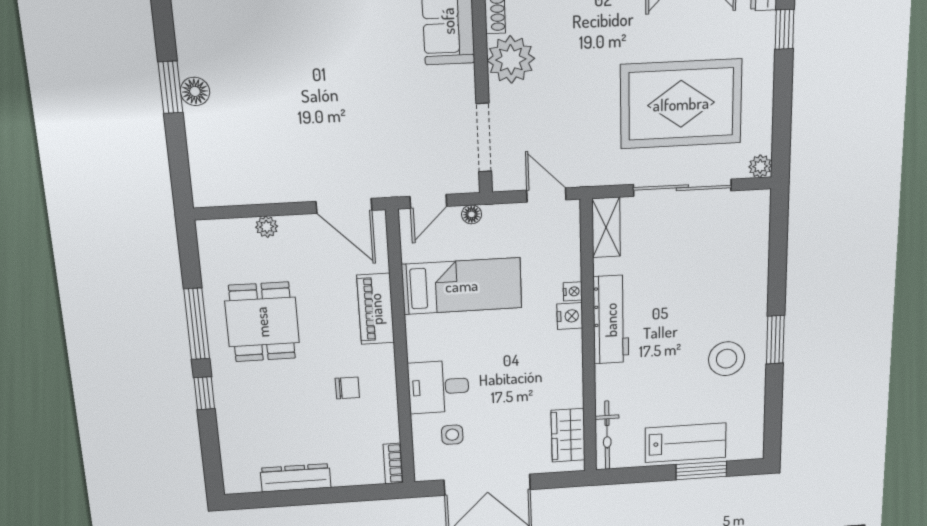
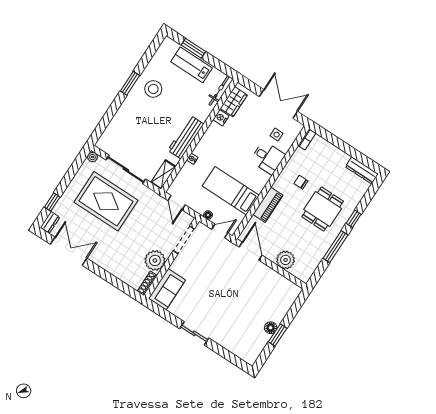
plant: (267, 227) -> (286, 260), width x1.88, depth x1.88
nightstand: (570, 316) -> (221, 118), moved
dining table: (262, 322) -> (323, 209), moved
dresser: (296, 478) -> (362, 170), moved

